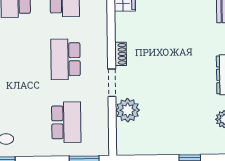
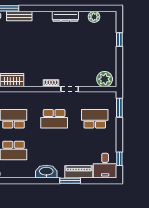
plant: (128, 110) -> (105, 79), moved

